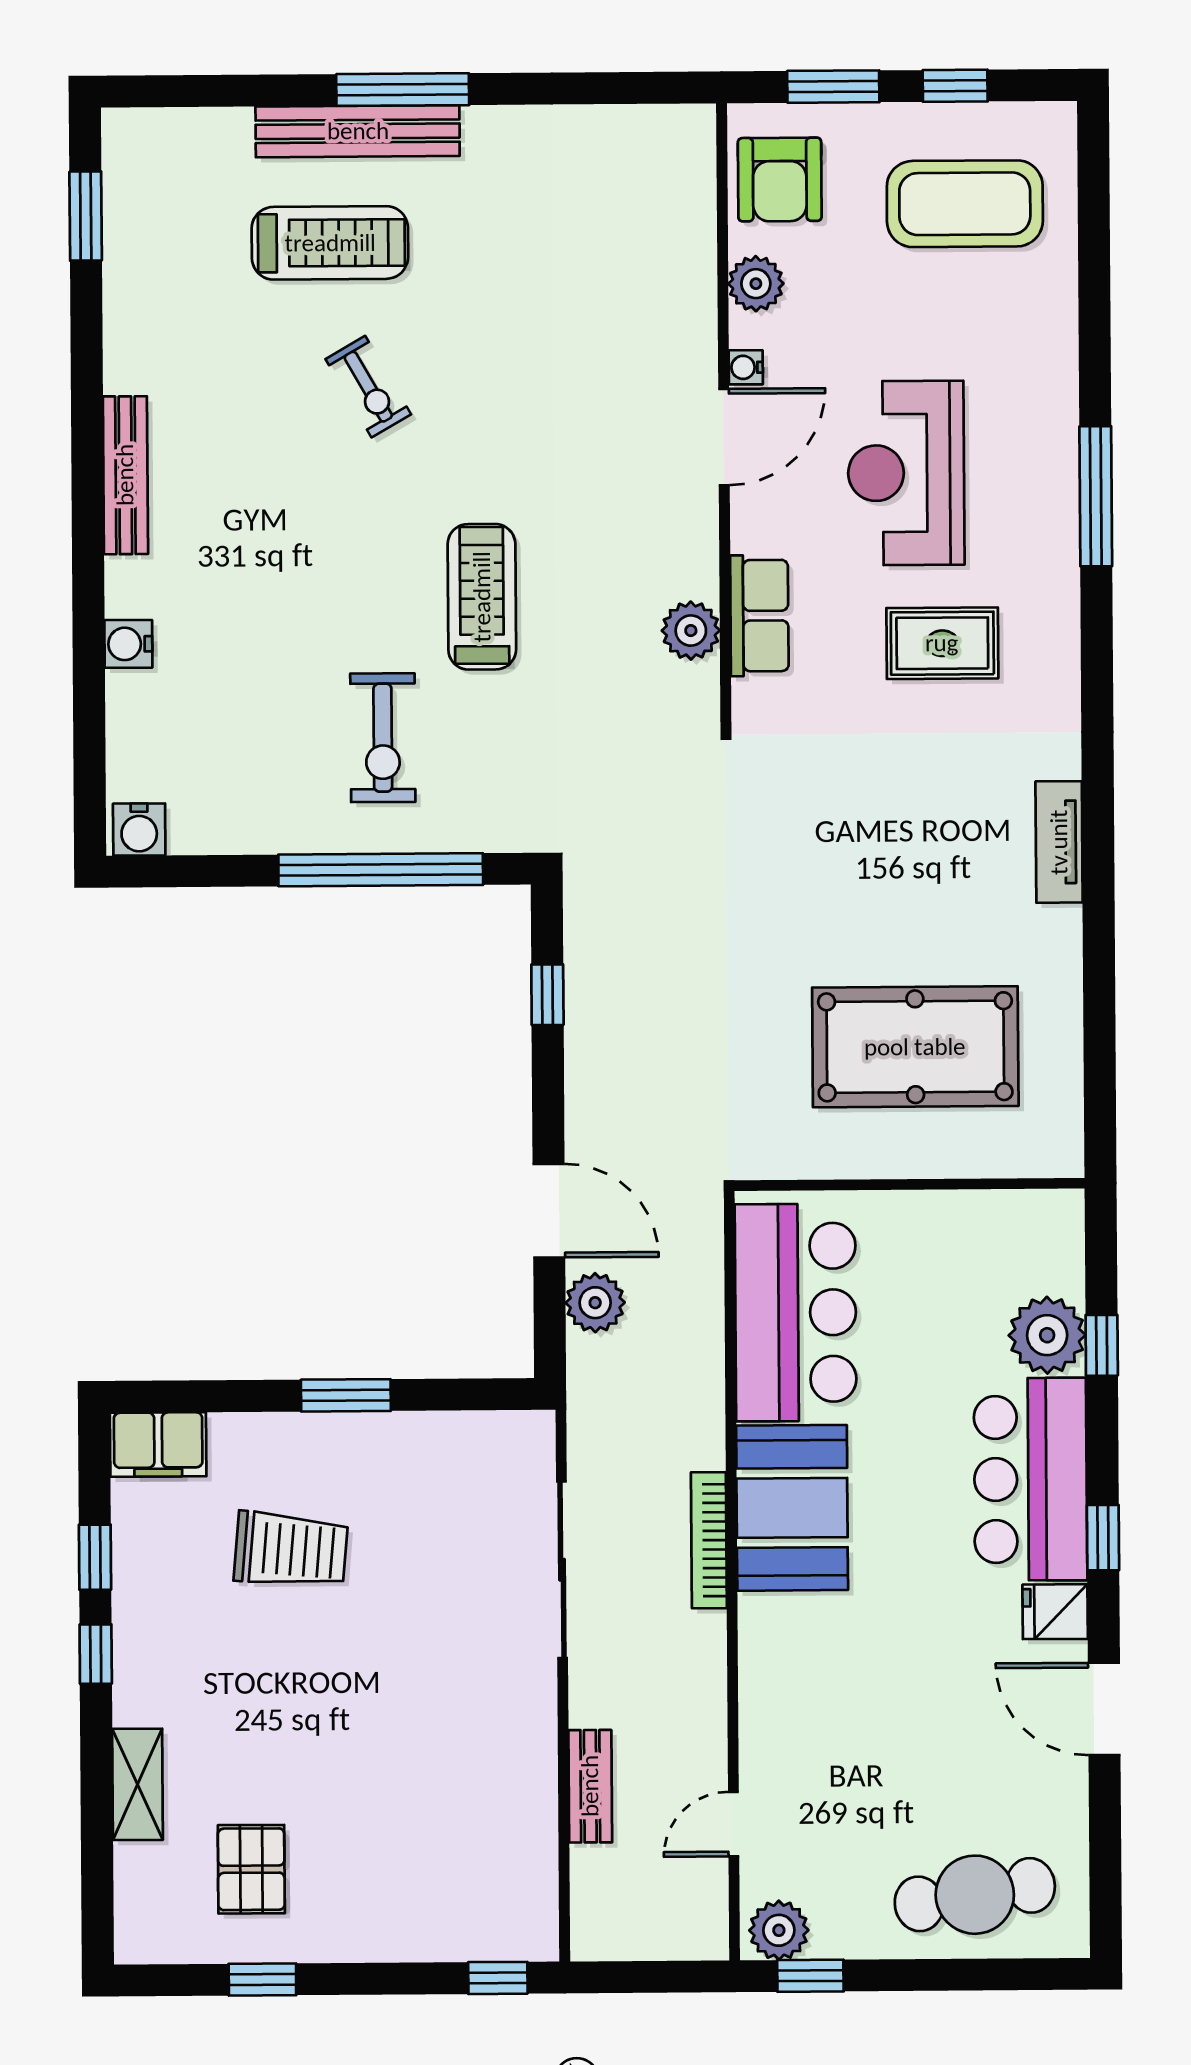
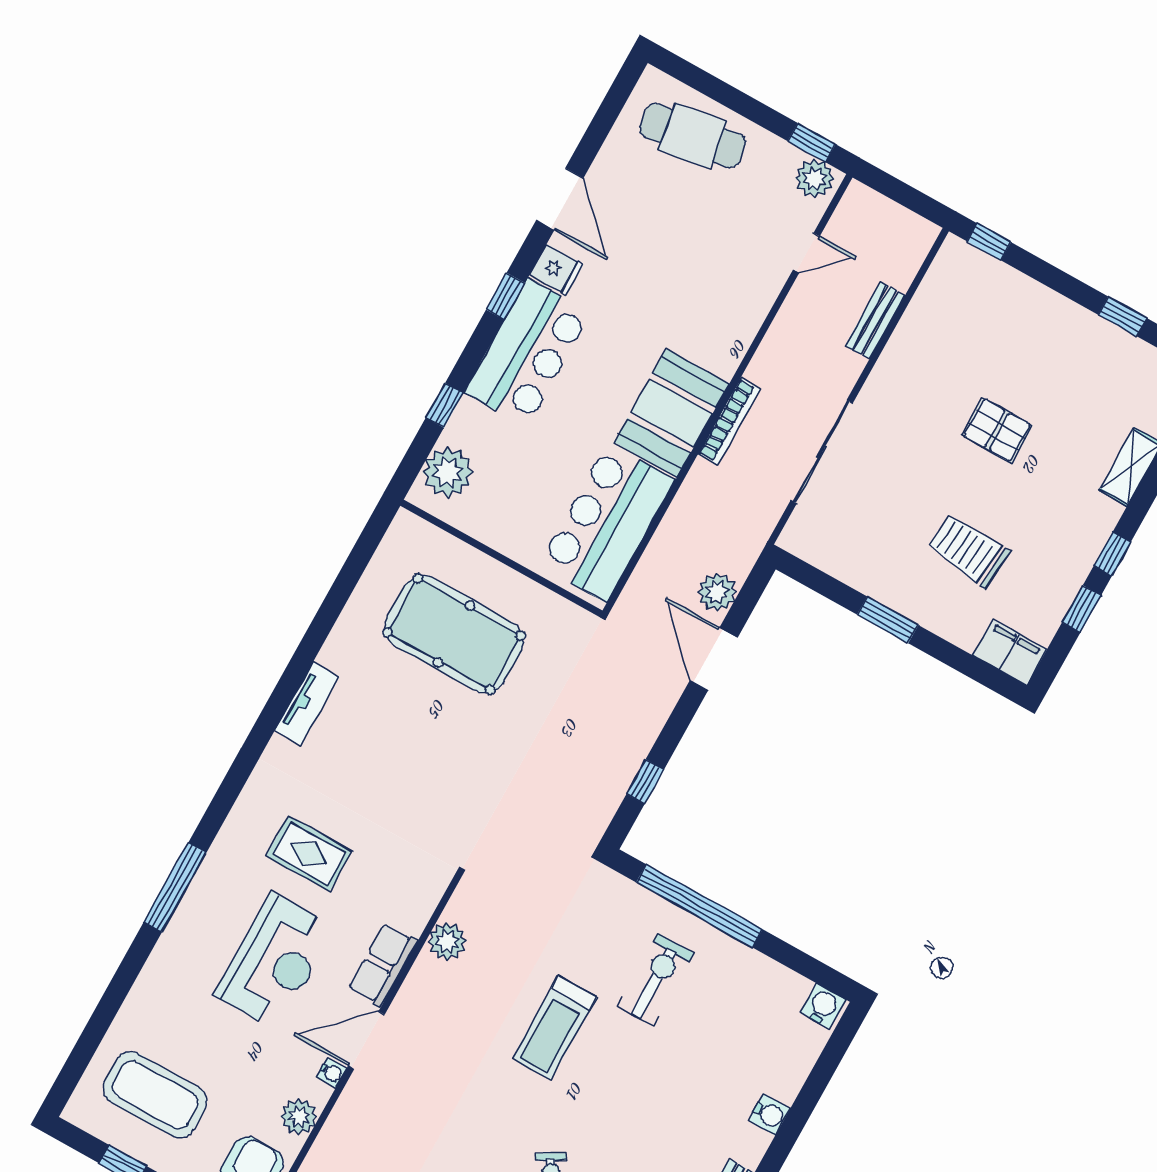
row of seats: (759, 616) -> (383, 965), moved
plant: (1047, 1335) -> (448, 472), moved
pallet: (251, 1869) -> (997, 430), moved, turned 90

